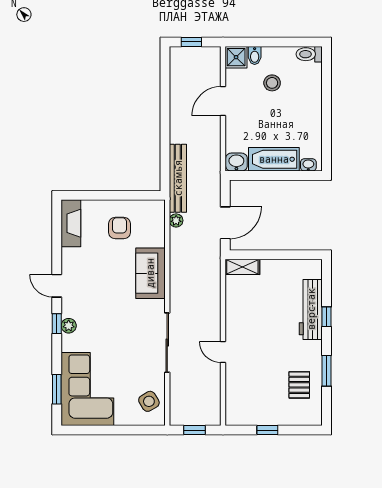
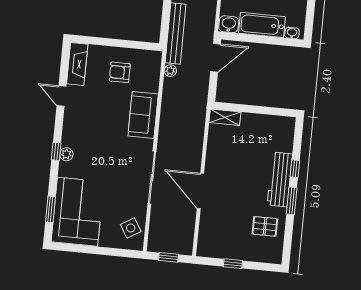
door: (225, 223) -> (215, 58), moved
armchair: (120, 228) -> (120, 72), turned -90
door: (57, 286) -> (62, 96), moved
workbench: (311, 309) -> (280, 179), moved
door: (223, 352) -> (200, 191), width x1.88
window: (326, 371) -> (292, 201), moved
pallet: (299, 385) -> (265, 226), turned 90

